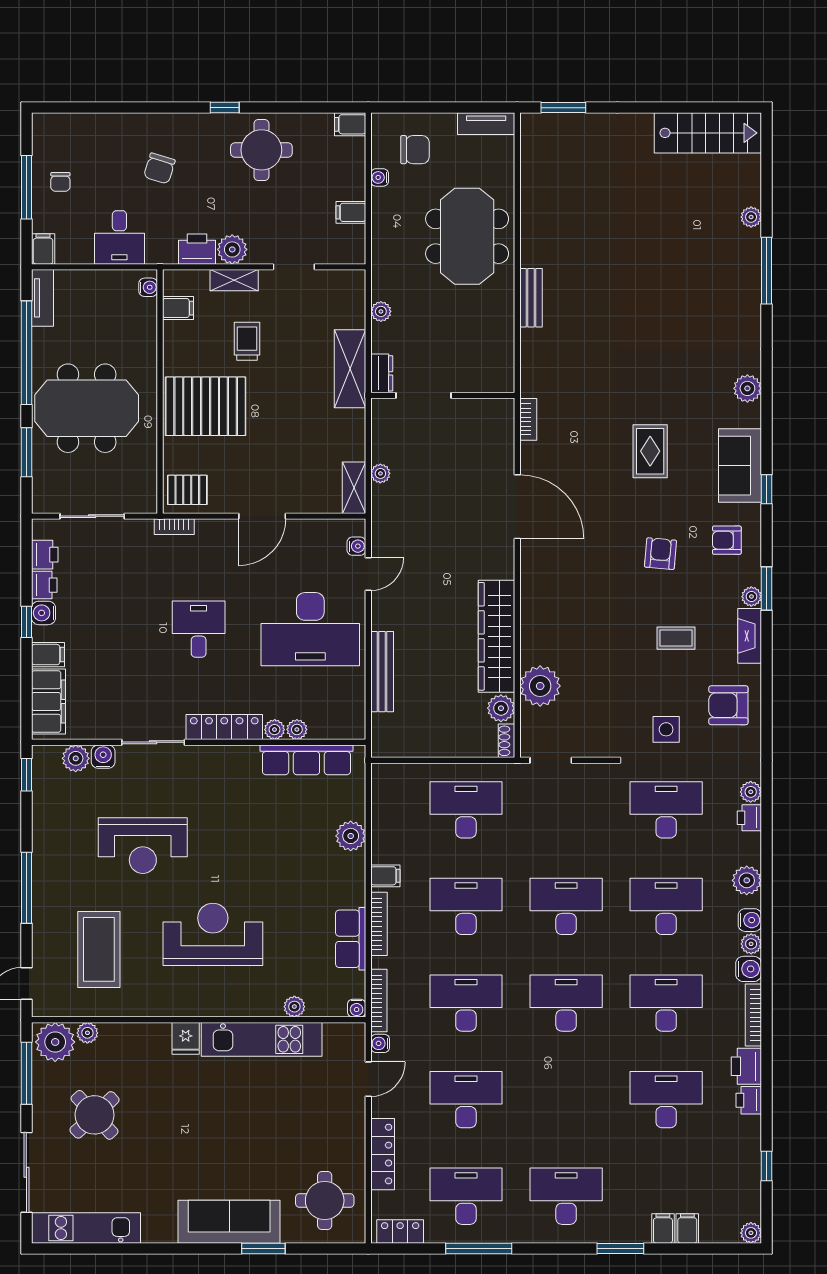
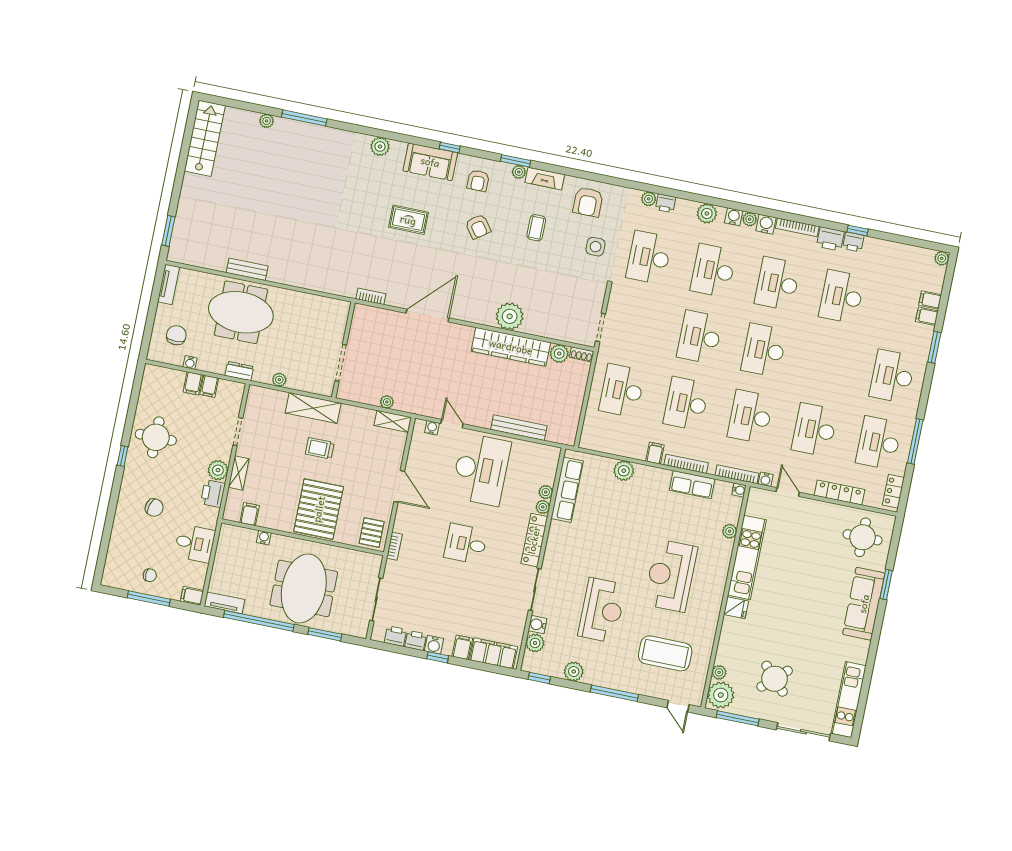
filing cabinet: (350, 124) -> (193, 383), moved
water cooler: (148, 287) -> (264, 538), moved
bench: (531, 298) -> (247, 269), moved
trolley: (247, 341) -> (320, 448), moved
dresser: (382, 373) -> (239, 371), moved
armchair: (660, 554) -> (478, 227), turned -131
plant: (540, 686) -> (510, 316), moved
plant: (46, 823) -> (574, 671), added
window: (766, 1166) -> (857, 230), moved

